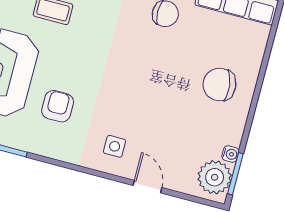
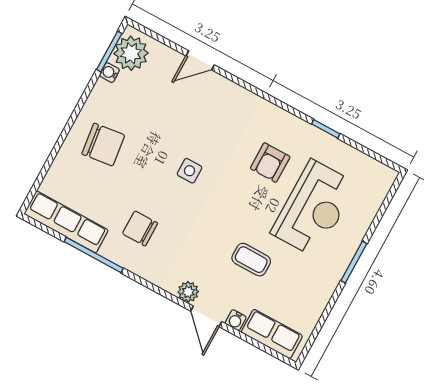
side table: (115, 146) -> (190, 171), moved
door: (147, 187) -> (200, 60), hinge flipped

